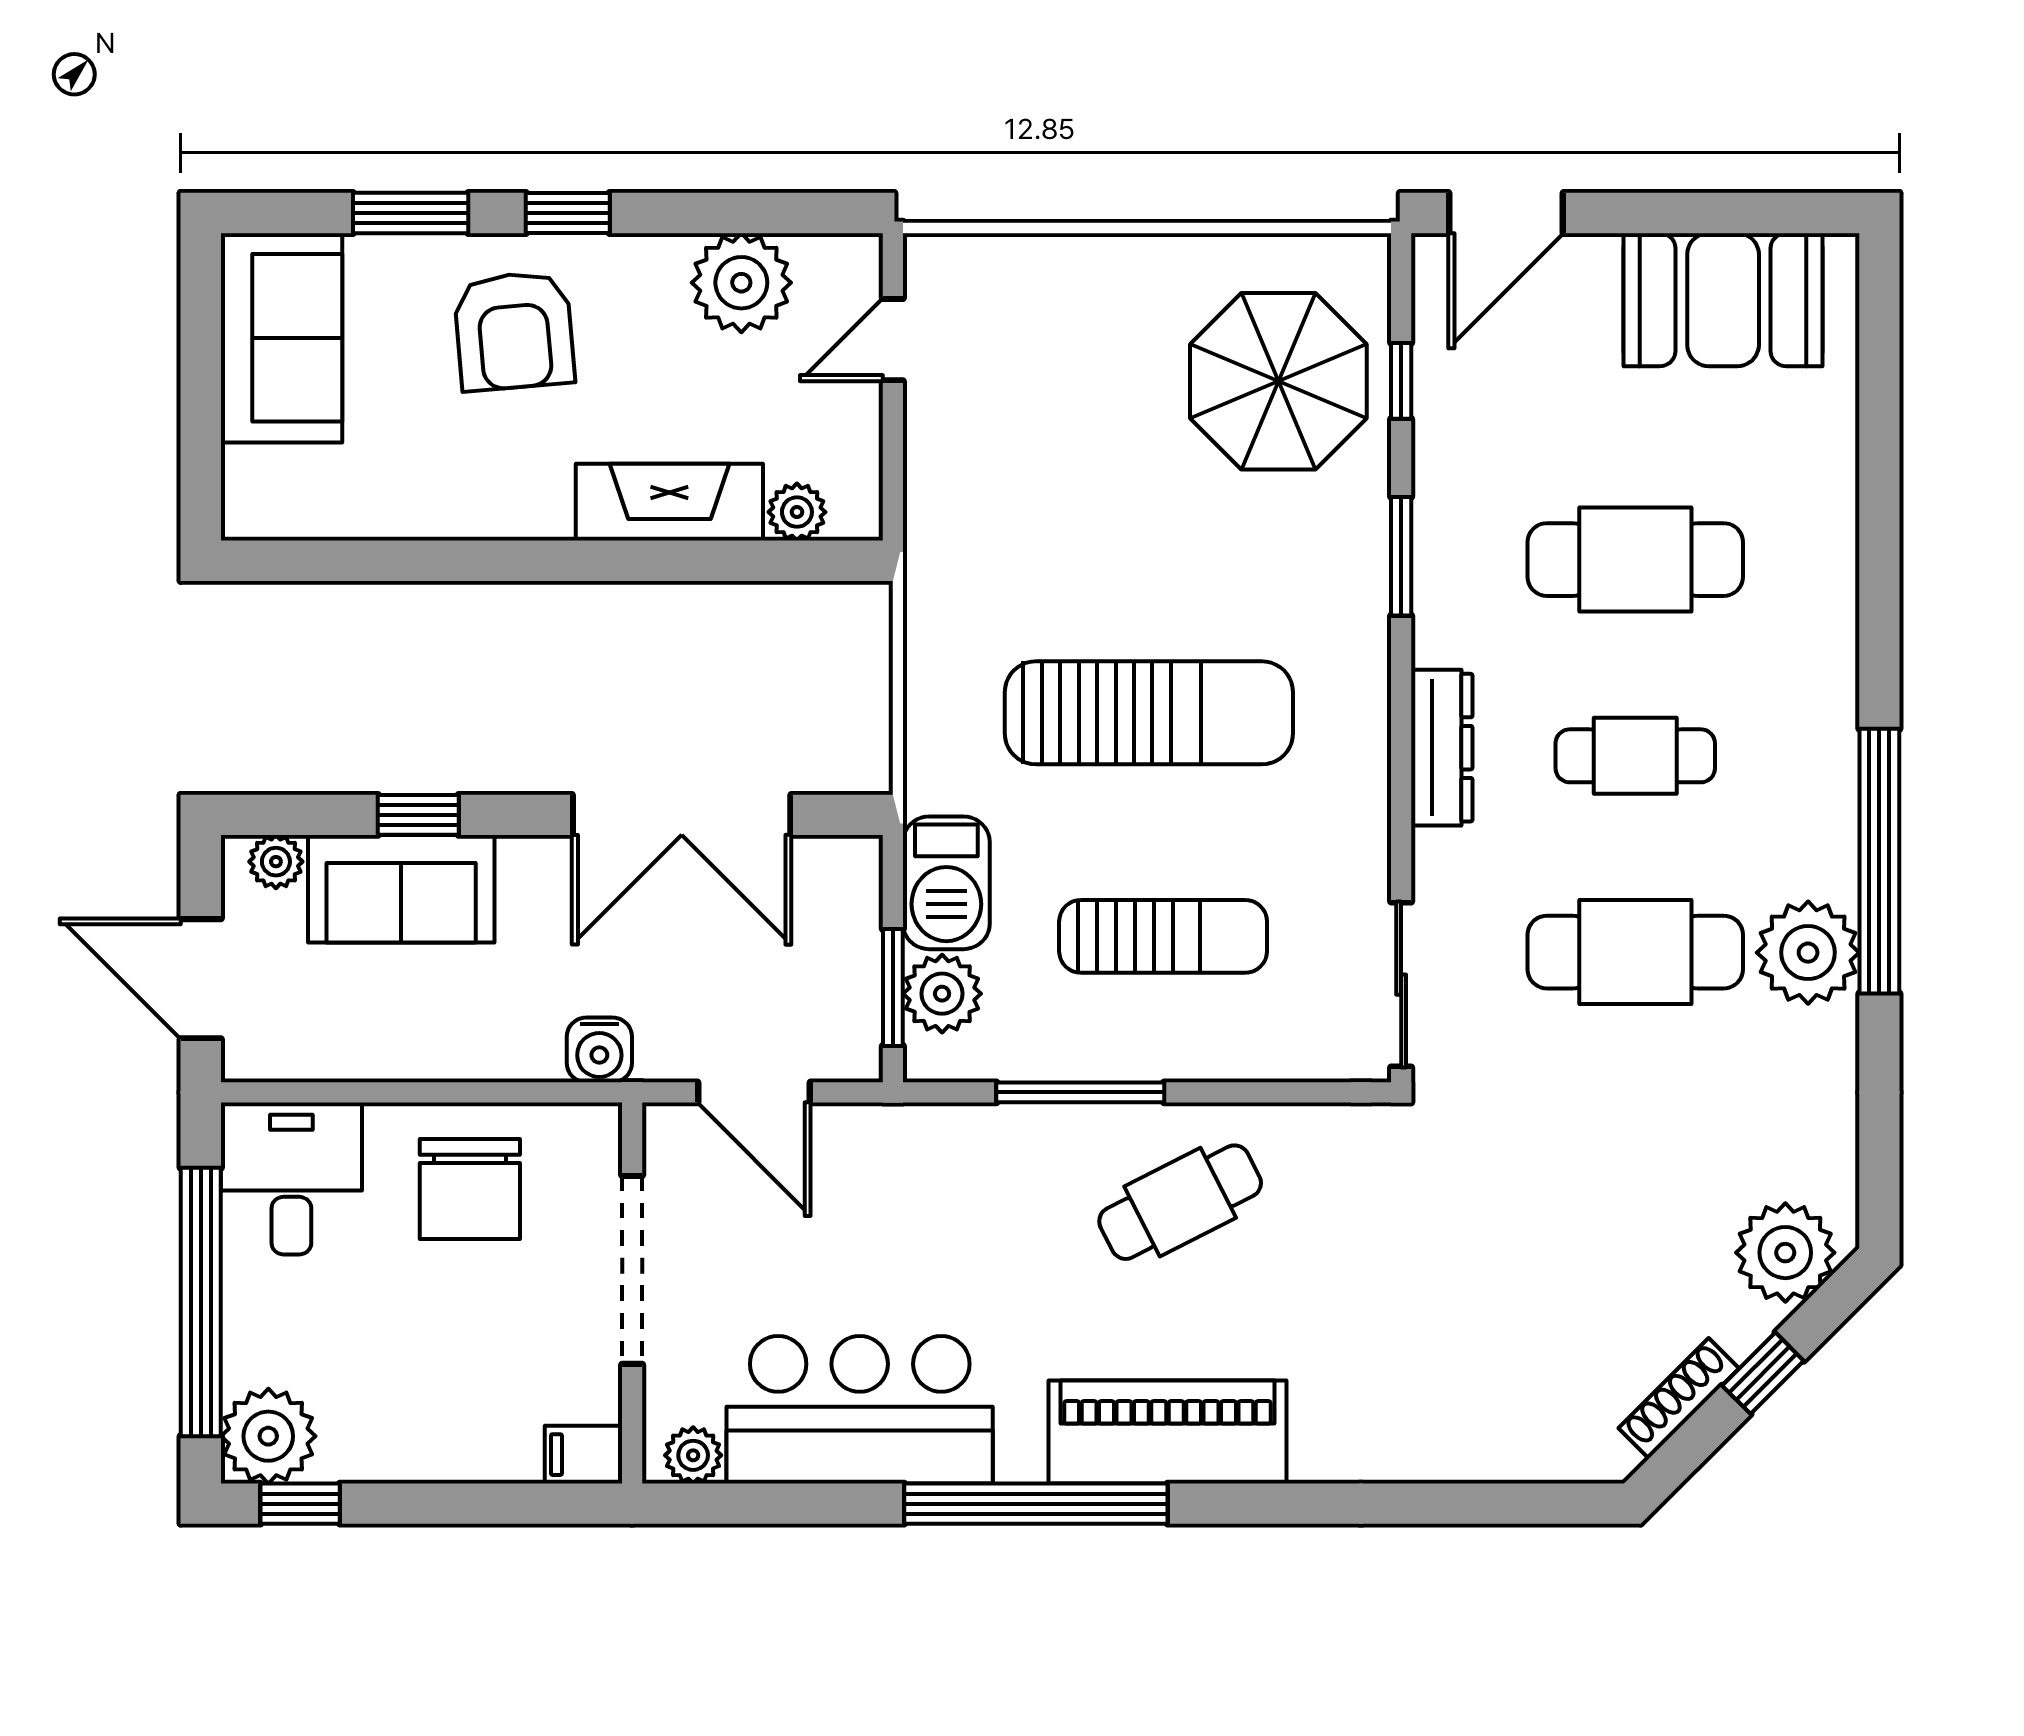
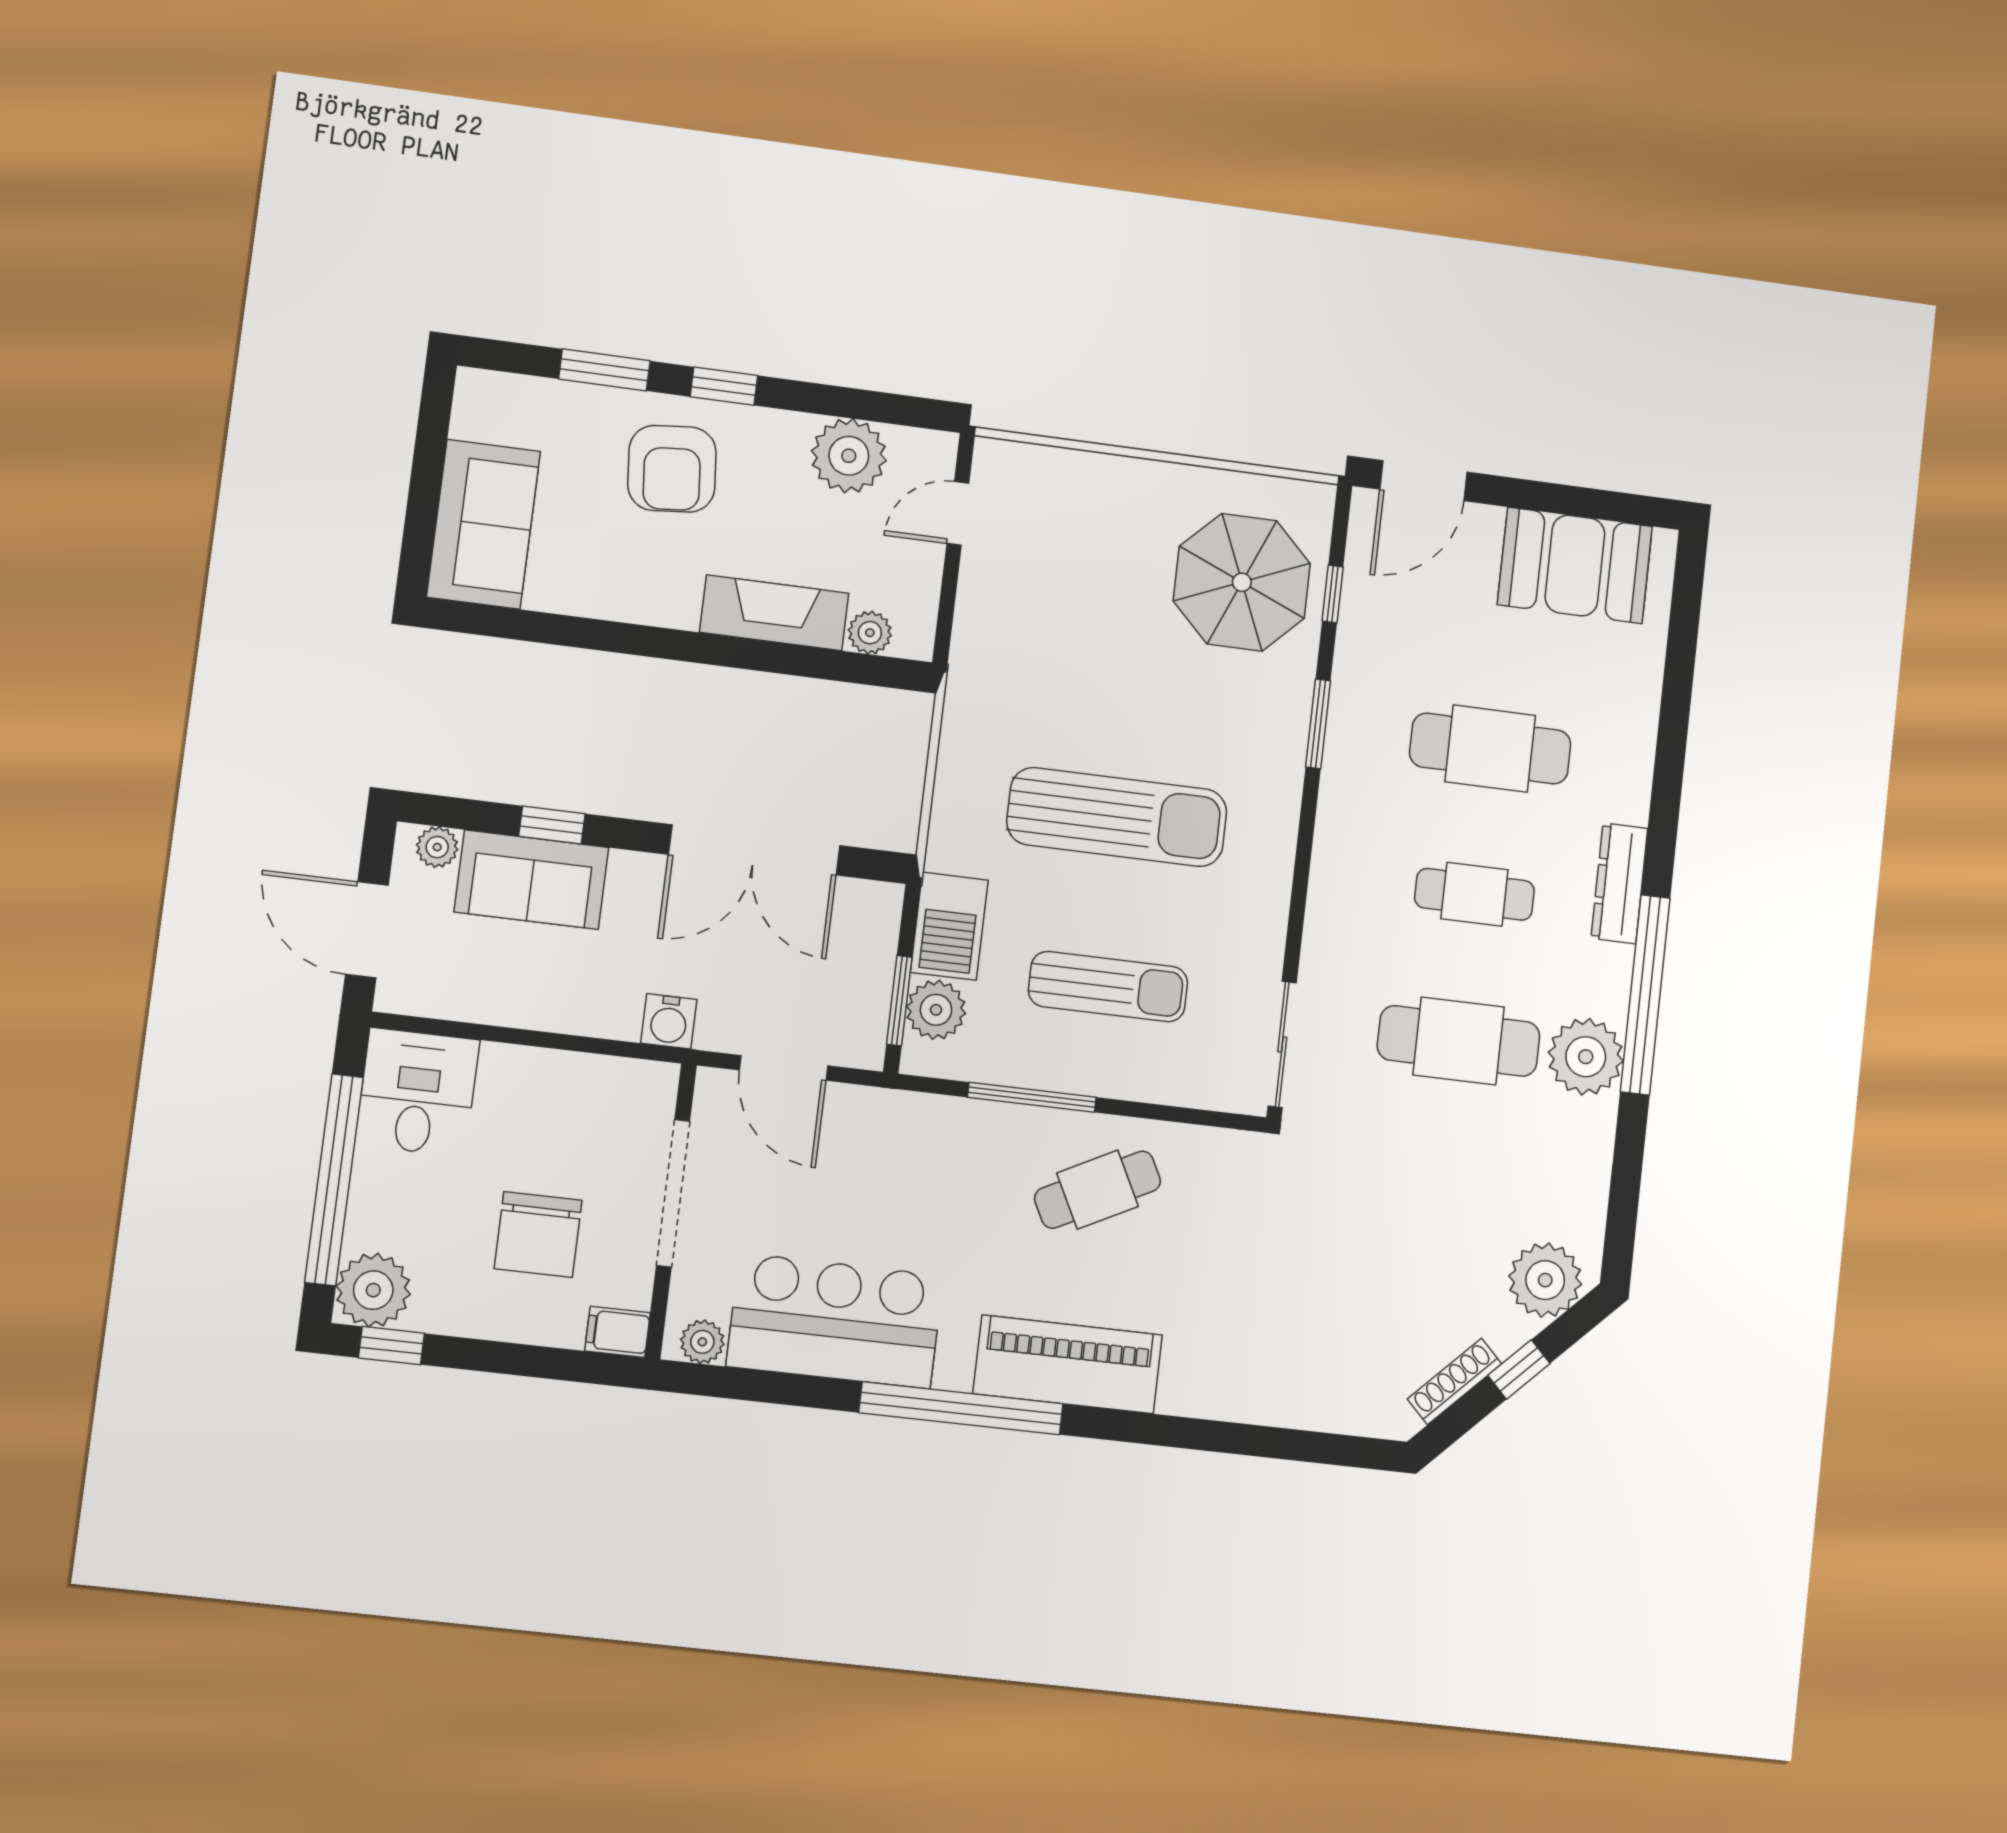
sofa: (281, 338) -> (484, 524), moved
dresser: (1442, 748) -> (1619, 883), moved, turned 180
chair: (470, 1189) -> (538, 1235), moved

